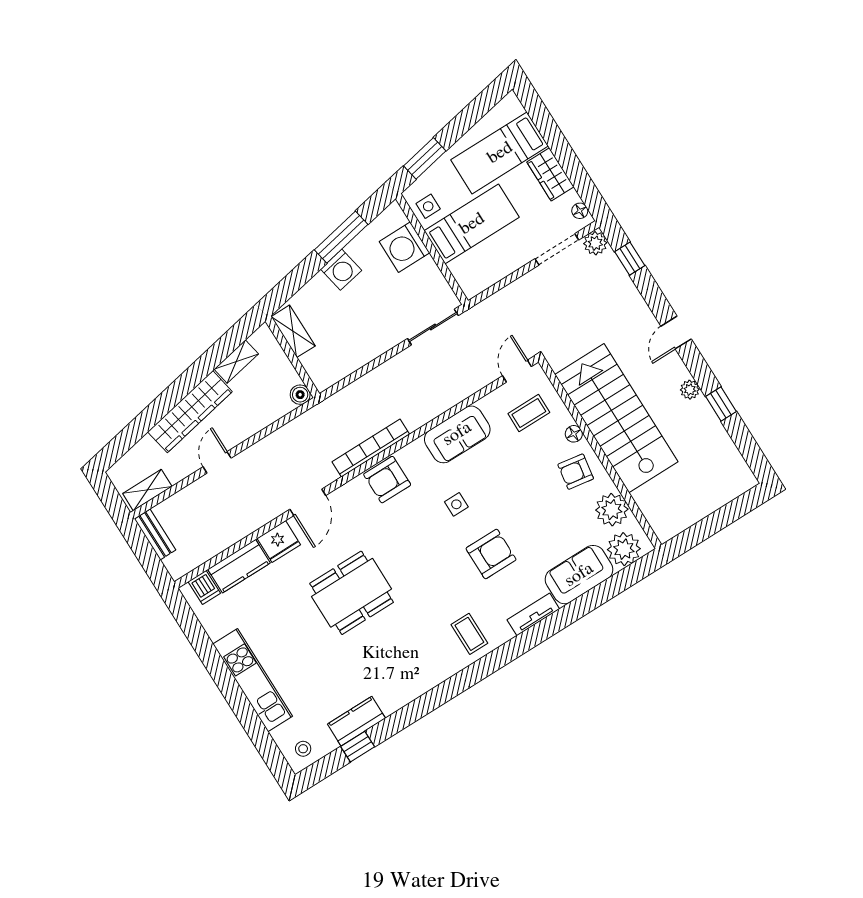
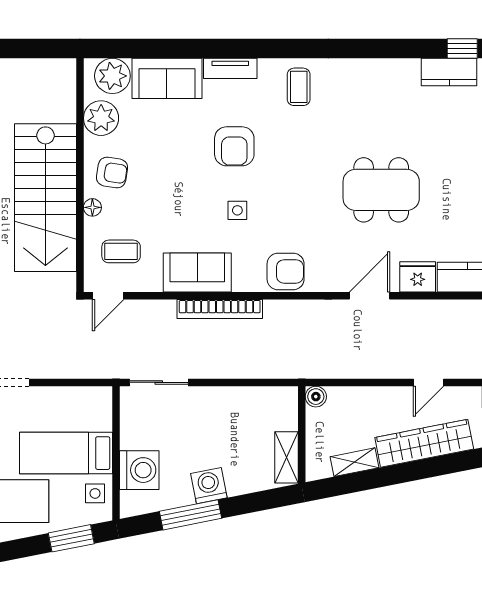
bookcase: (371, 448) -> (220, 309), moved
armchair: (491, 554) -> (234, 146), turned -90

